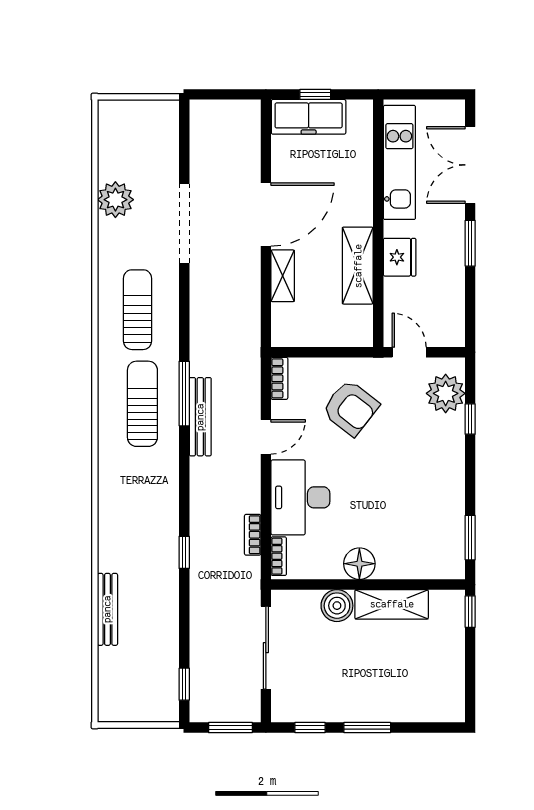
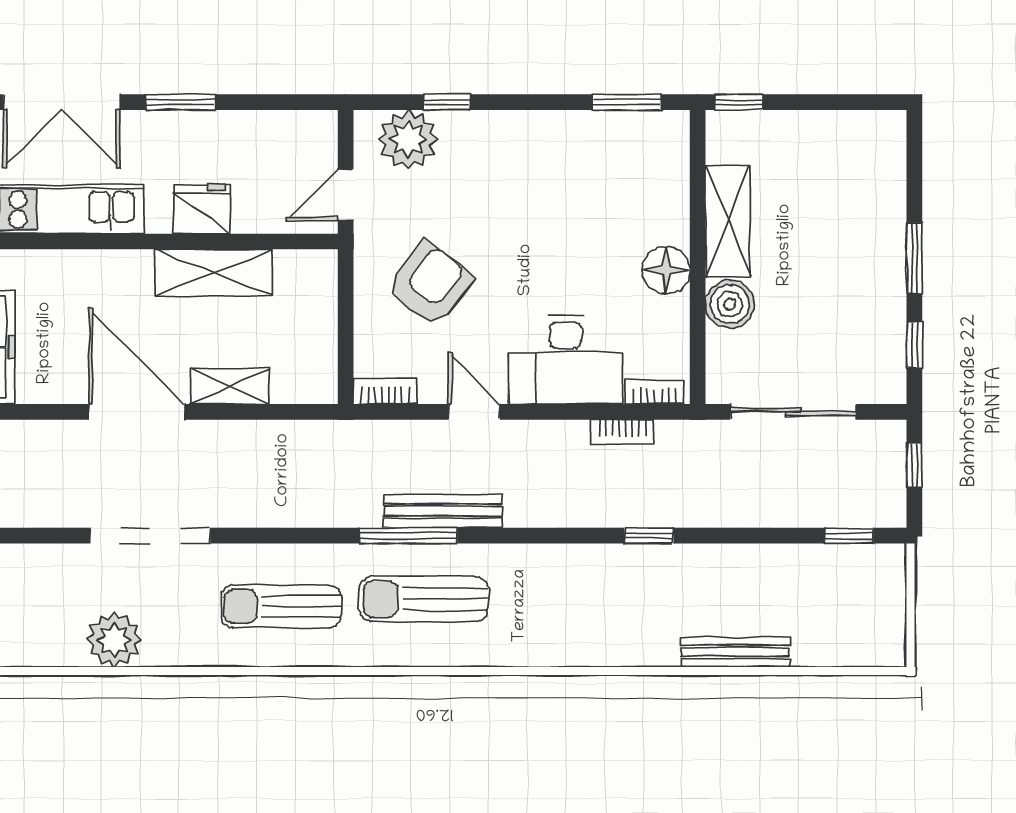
window: (230, 728) -> (914, 466), width x0.67

